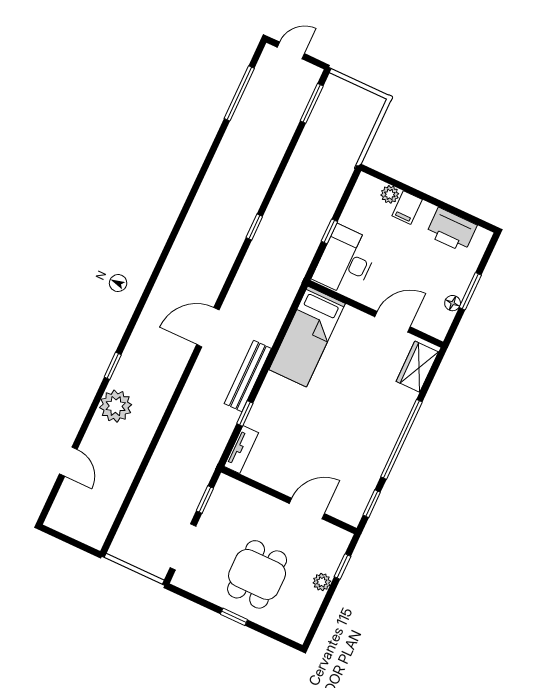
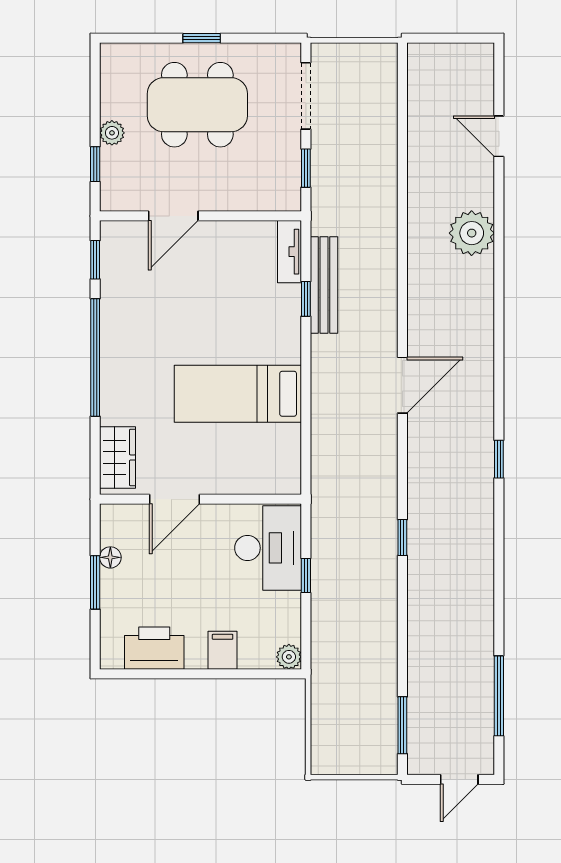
plant: (390, 194) -> (289, 657), moved
bed: (307, 337) -> (238, 394), moved, turned -90
window: (113, 366) -> (499, 459), moved
bench: (248, 376) -> (324, 285), moved
dining table: (257, 574) -> (197, 105), width x1.38

